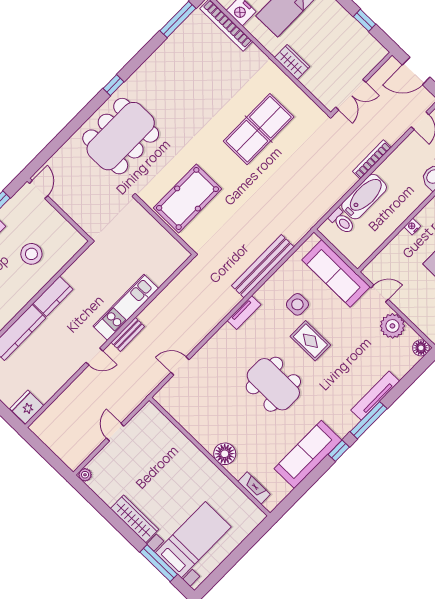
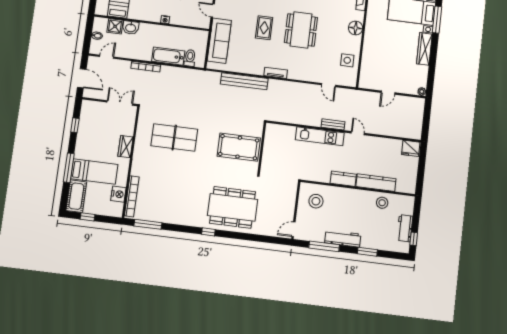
stool: (31, 254) -> (316, 201), moved
side table: (297, 304) -> (347, 60), moved

